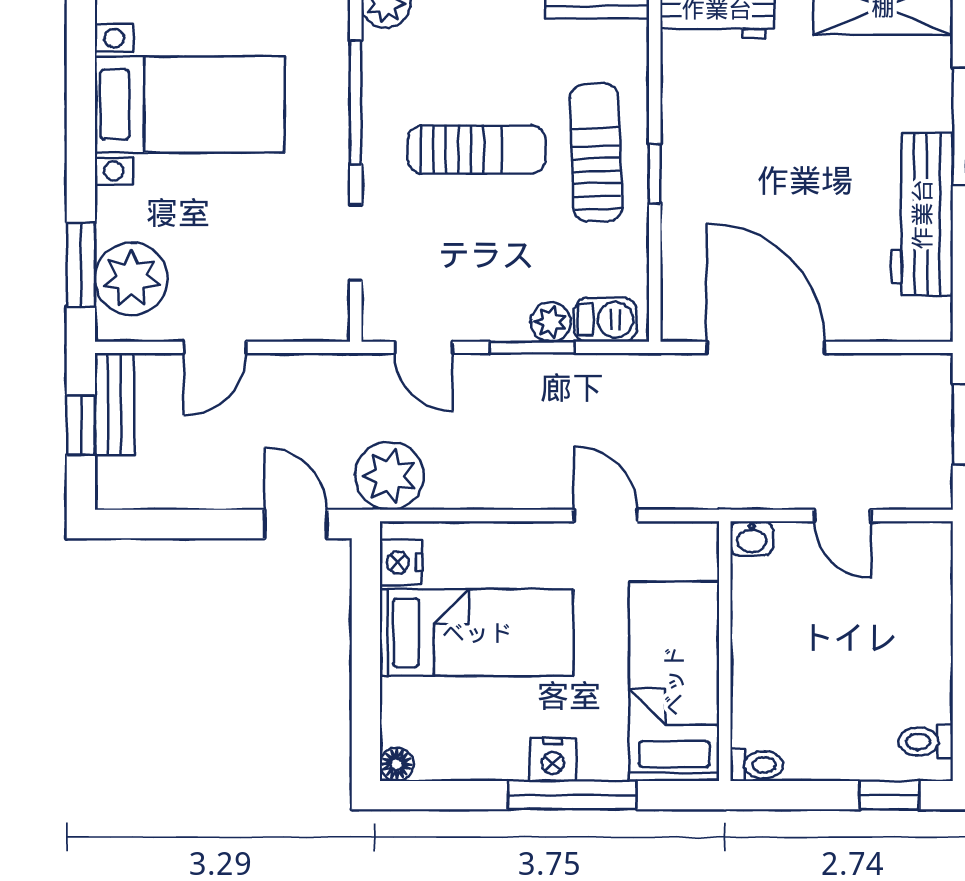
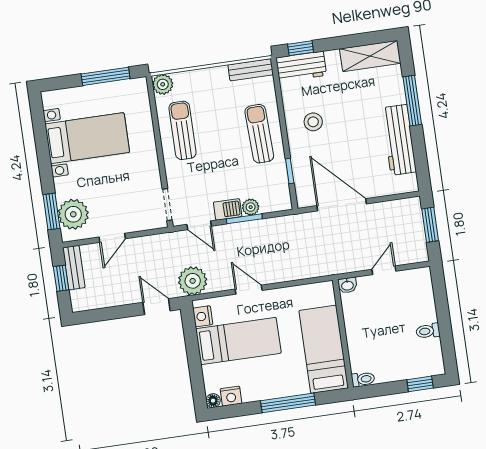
window: (356, 102) -> (156, 127), removed
stool: (727, 143) -> (313, 122), added
sun lounger: (477, 150) -> (183, 130), moved, turned -90
window: (655, 174) -> (290, 171), moved
doorway: (356, 243) -> (167, 205), moved
barbecue: (606, 320) -> (228, 209), moved
door: (606, 516) -> (249, 290), moved
door: (842, 516) -> (384, 270), swing flipped
toilet: (926, 742) -> (428, 331), moved
nightstand: (553, 760) -> (231, 396), moved

